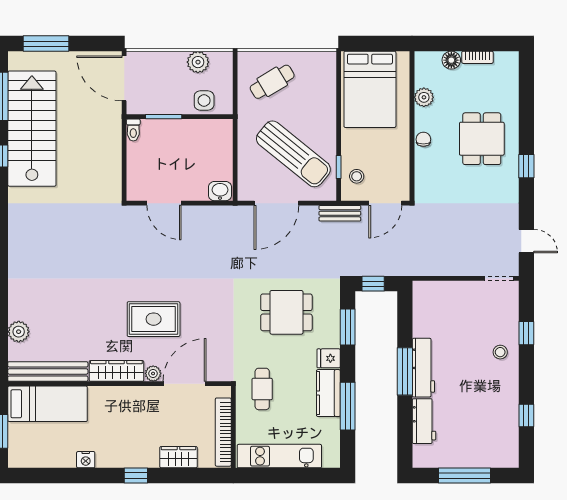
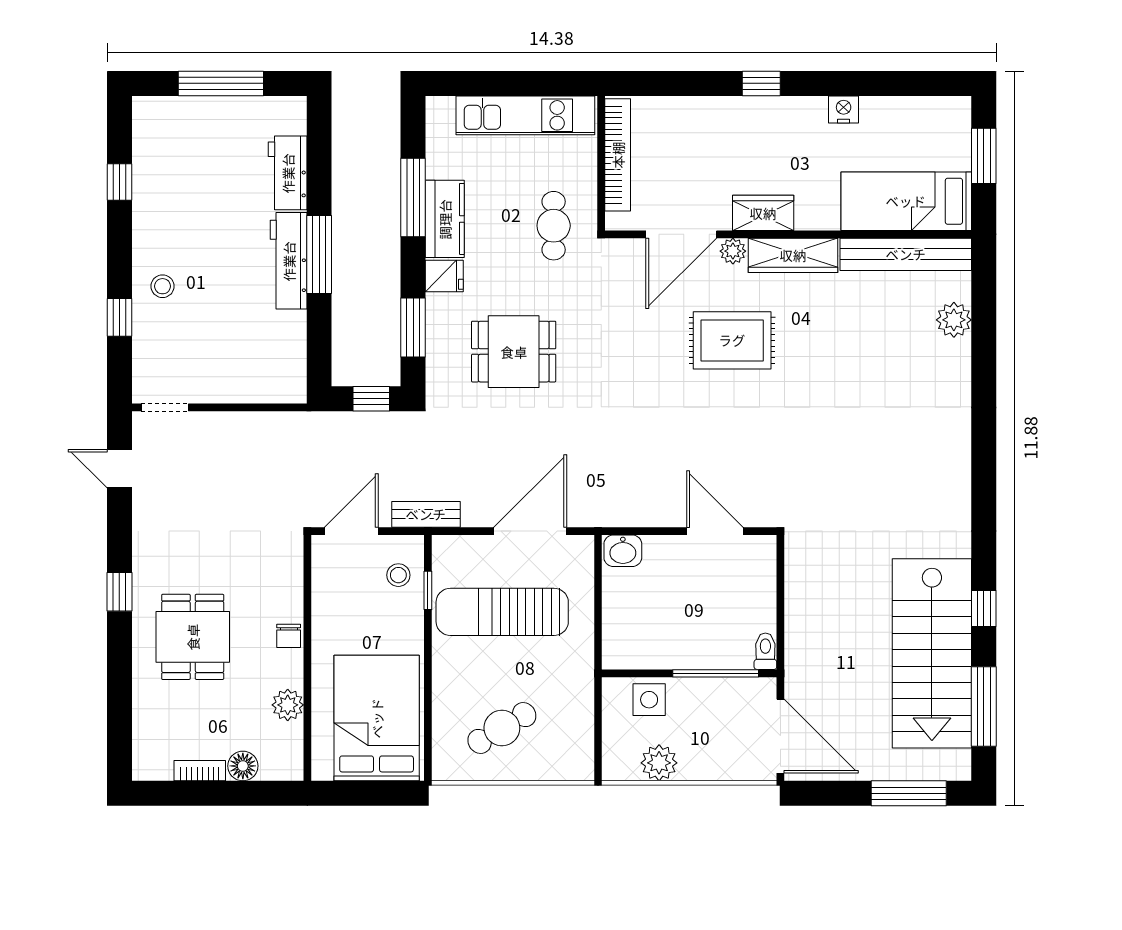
cafe table: (272, 82) -> (502, 728), moved
window: (164, 117) -> (716, 673), width x1.44
sun lounger: (293, 154) -> (502, 612), turned -39
wardrobe: (179, 457) -> (763, 213), moved, turned 180

